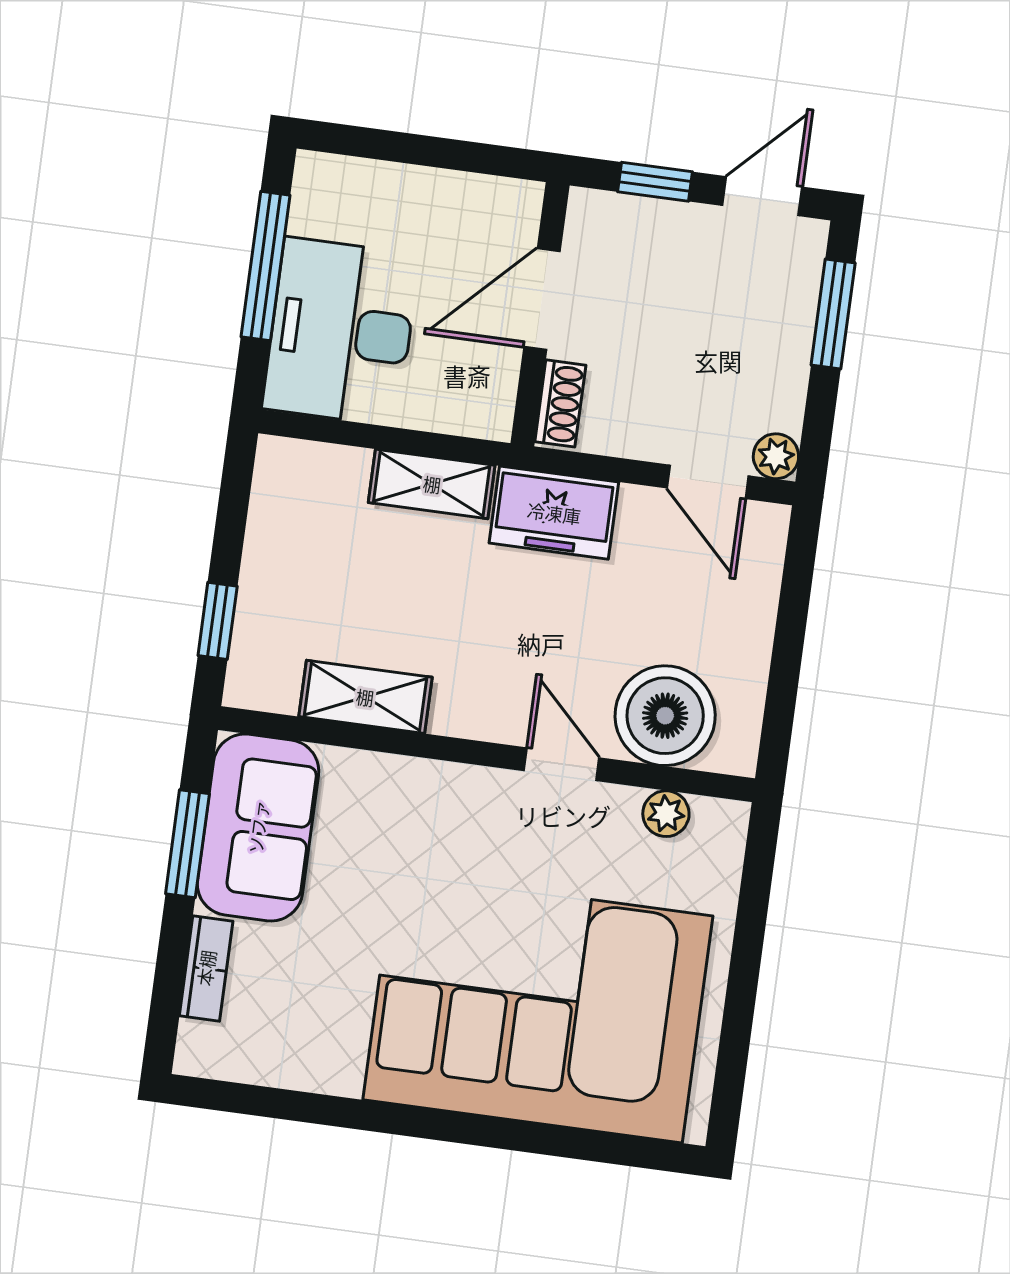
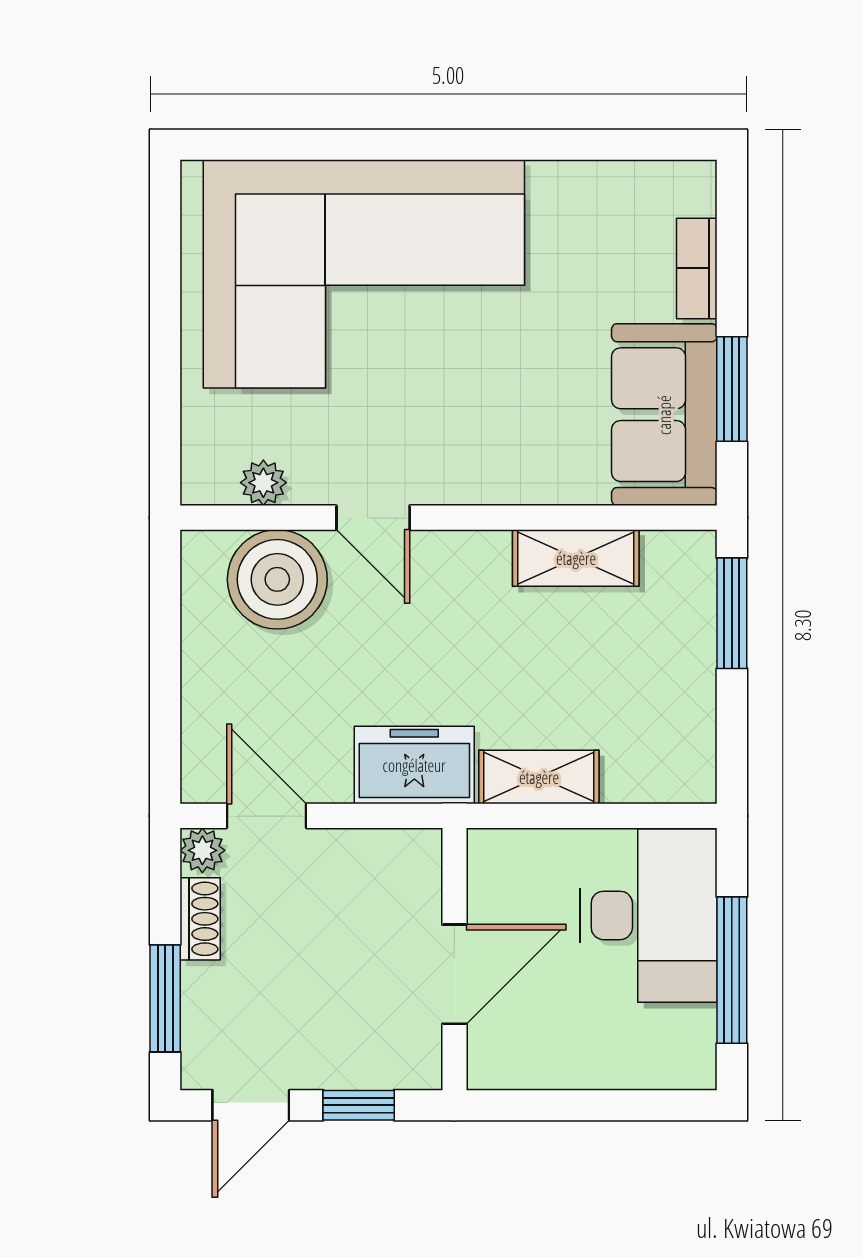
shoe rack: (560, 403) -> (200, 919), moved, turned 180
window: (218, 621) -> (732, 613), width x1.50

